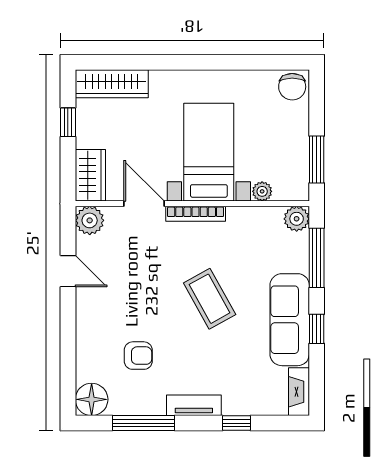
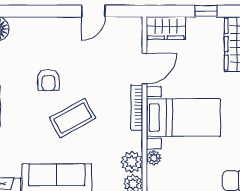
plant: (90, 220) -> (132, 162), moved
armchair: (138, 356) -> (48, 80), moved

